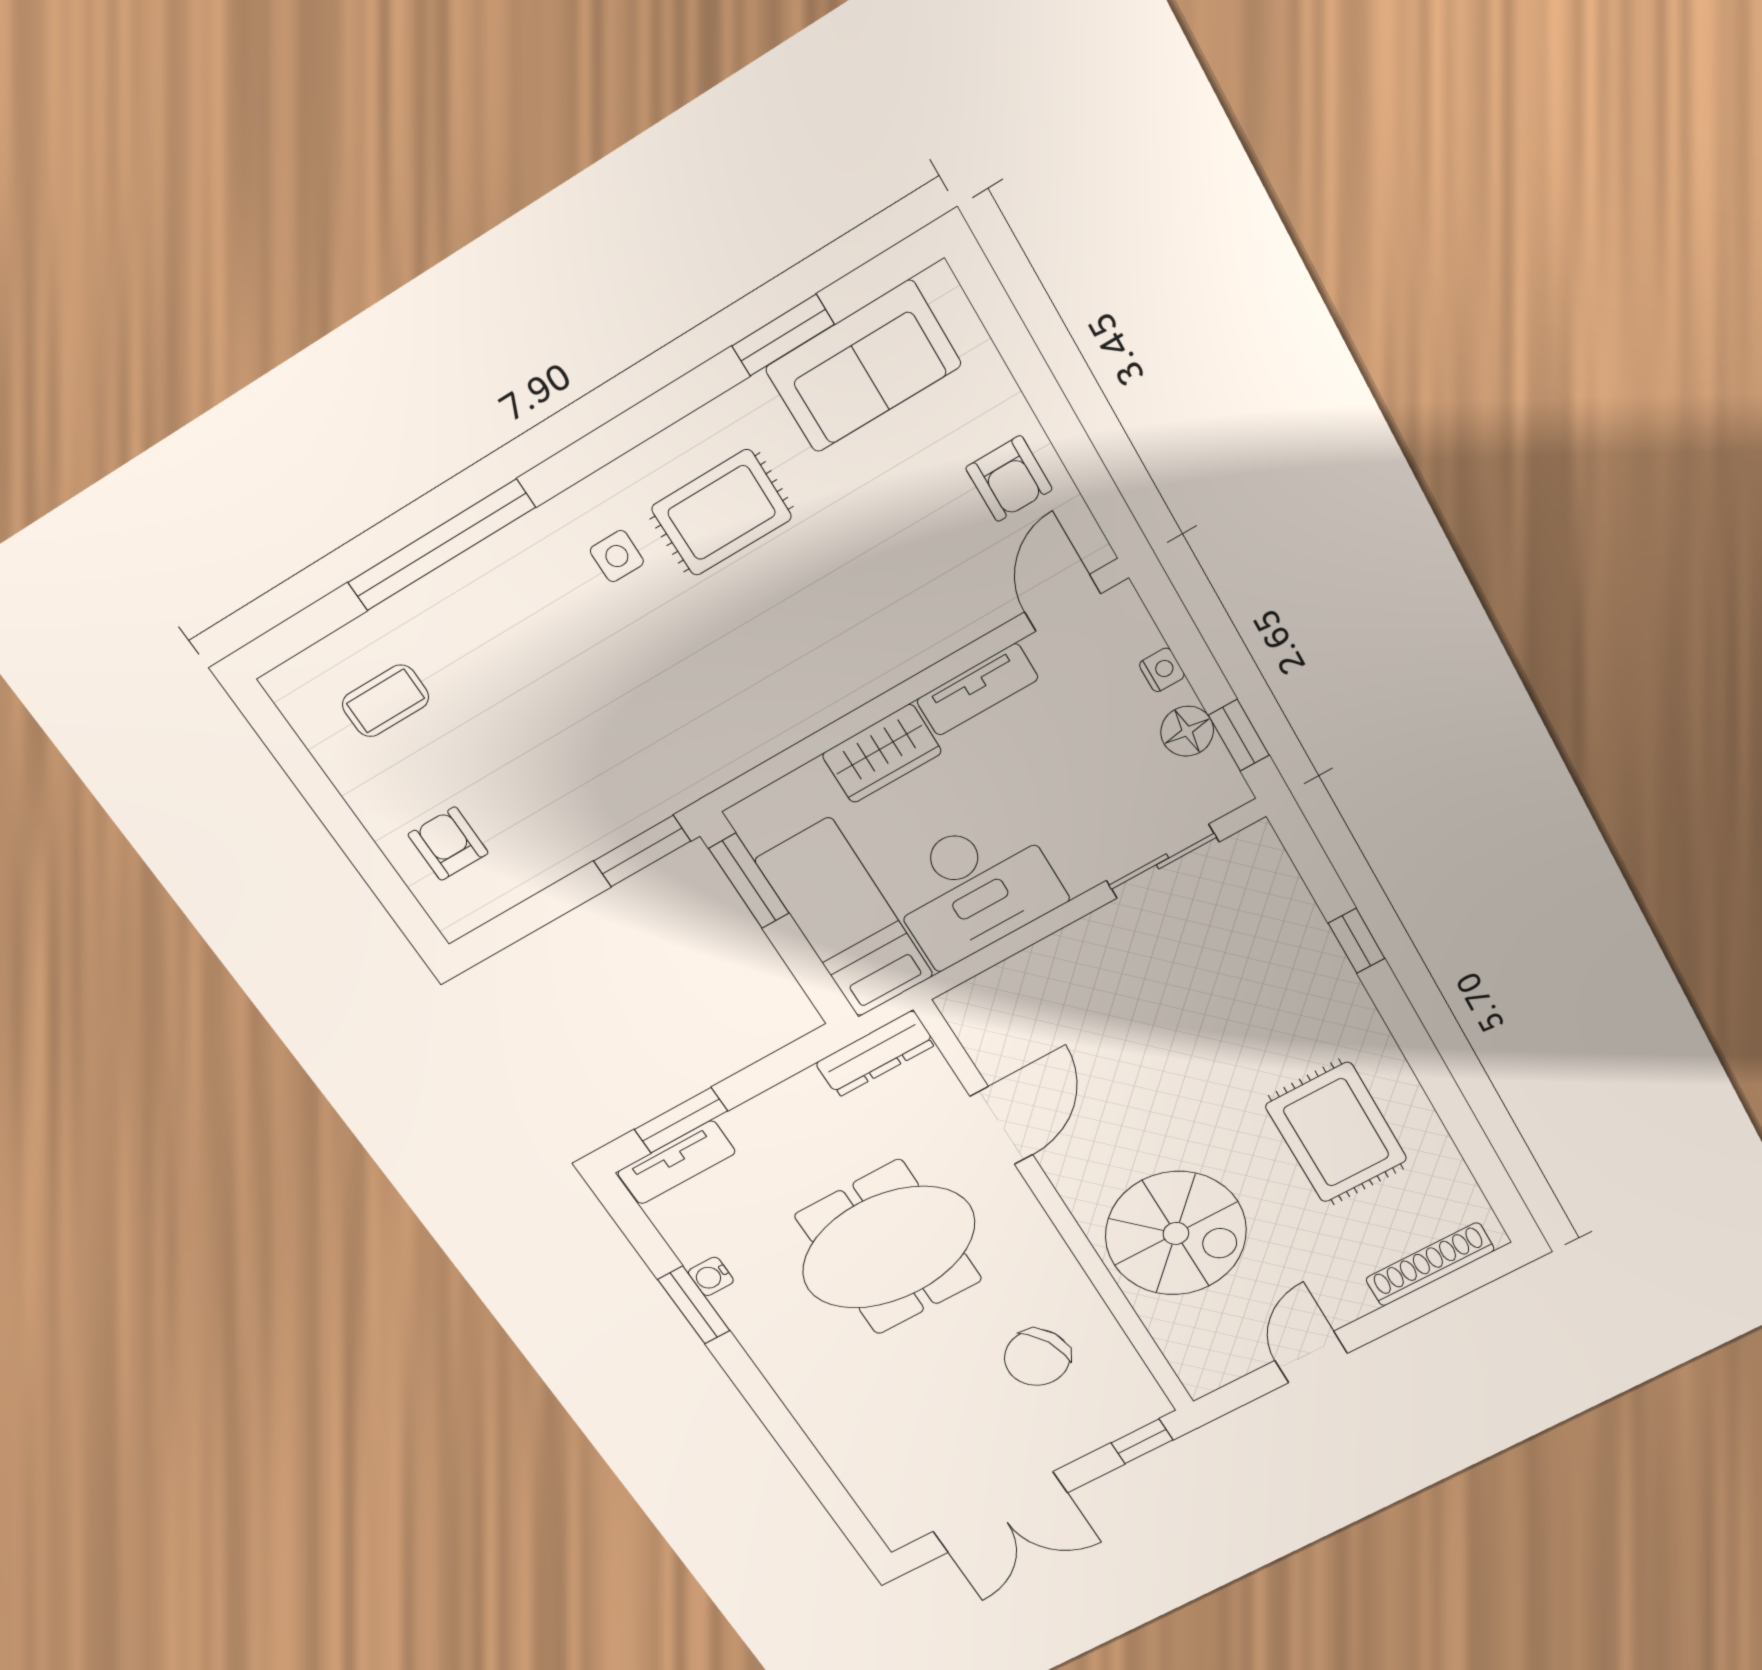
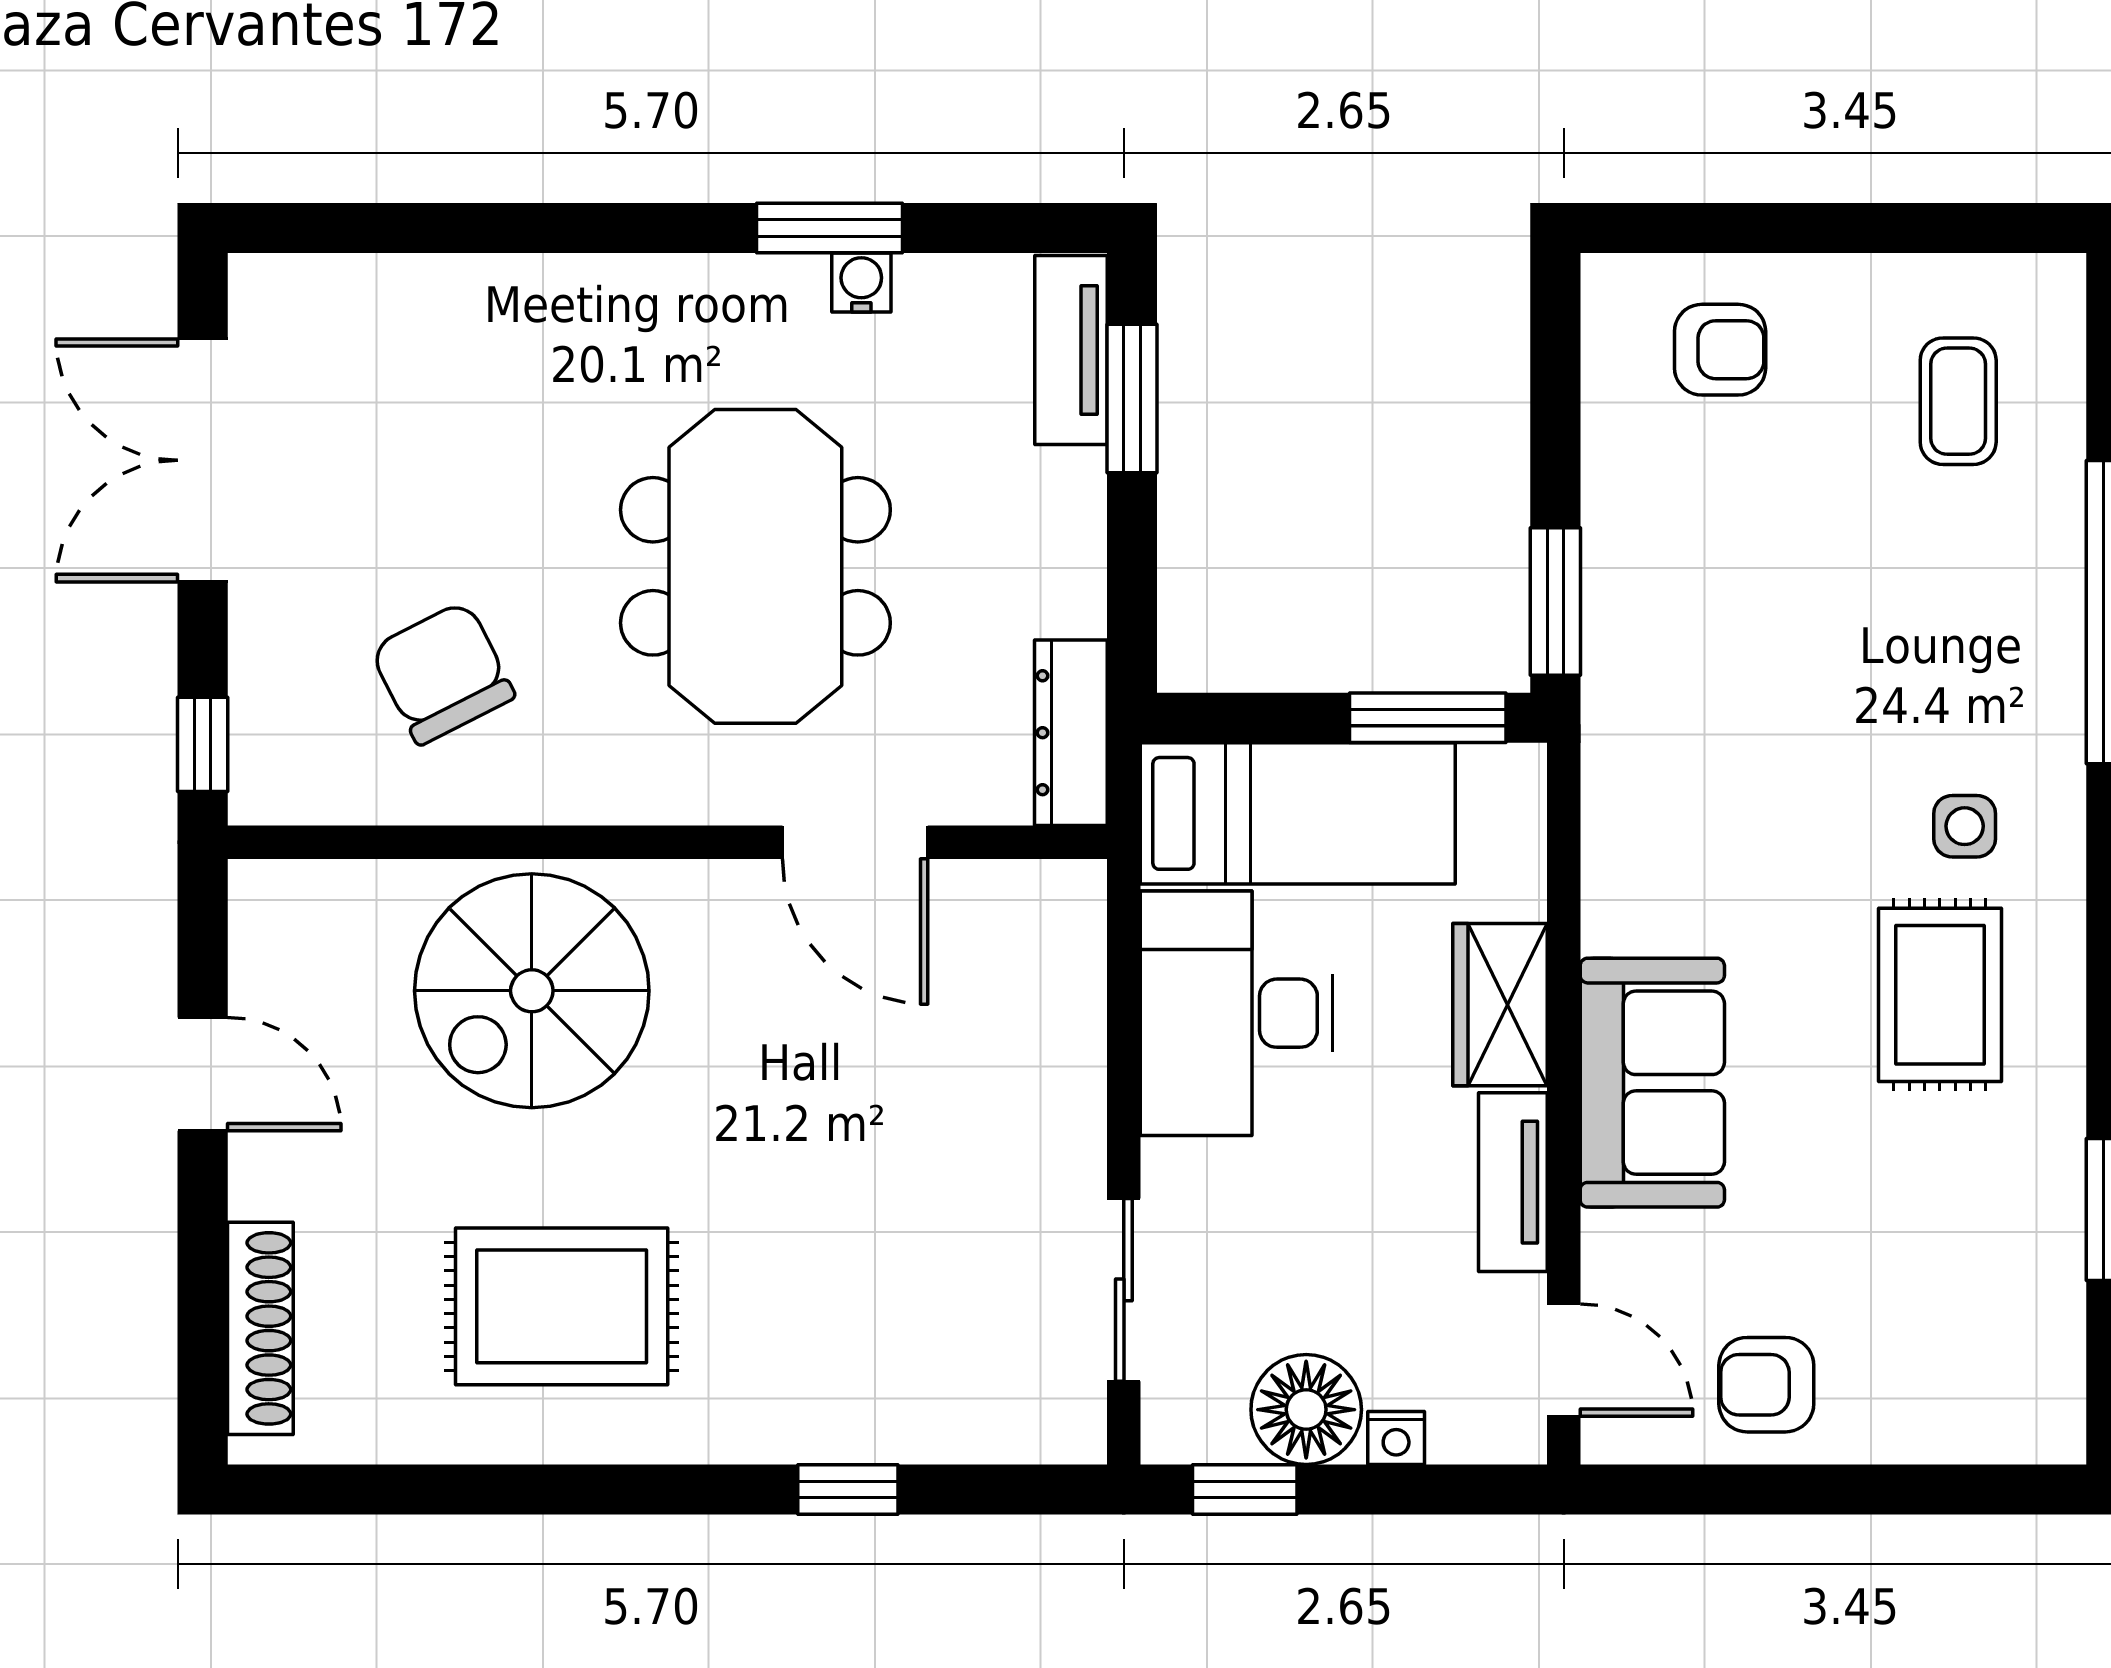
sofa: (863, 367) -> (1652, 1083), moved, turned 180
floor lamp: (1187, 731) -> (1306, 1410), width x1.38, depth x1.38

